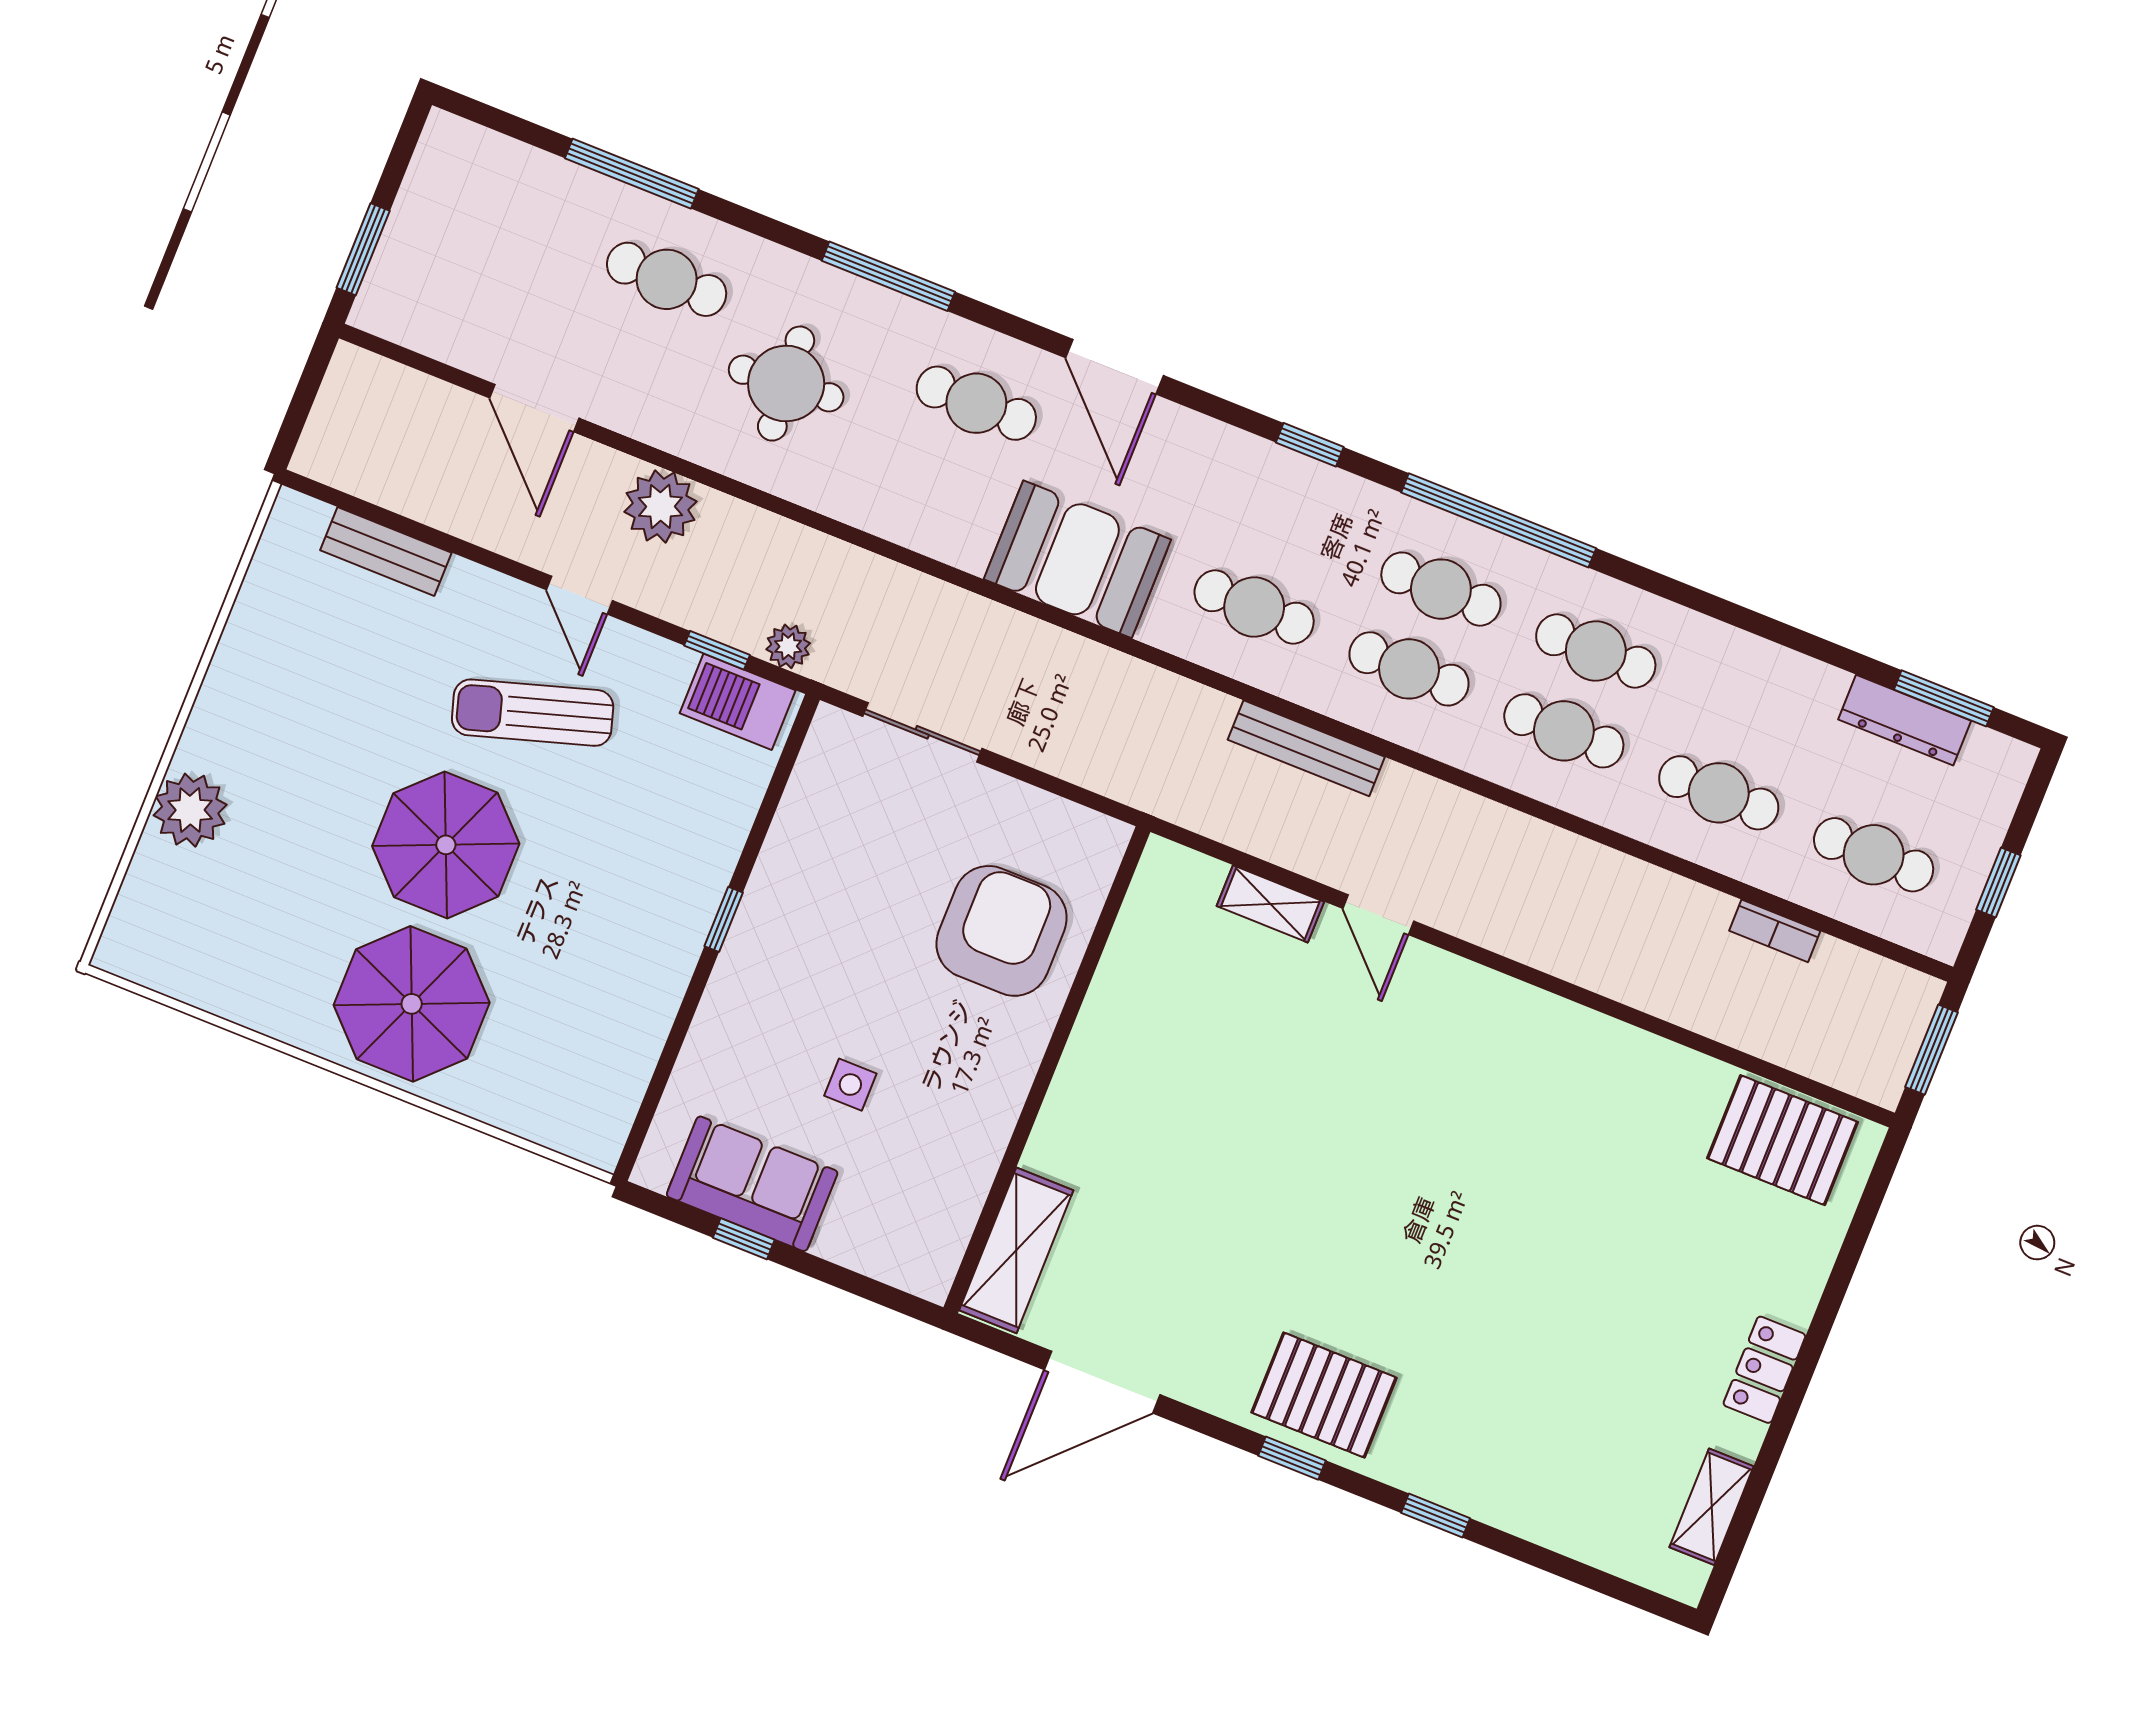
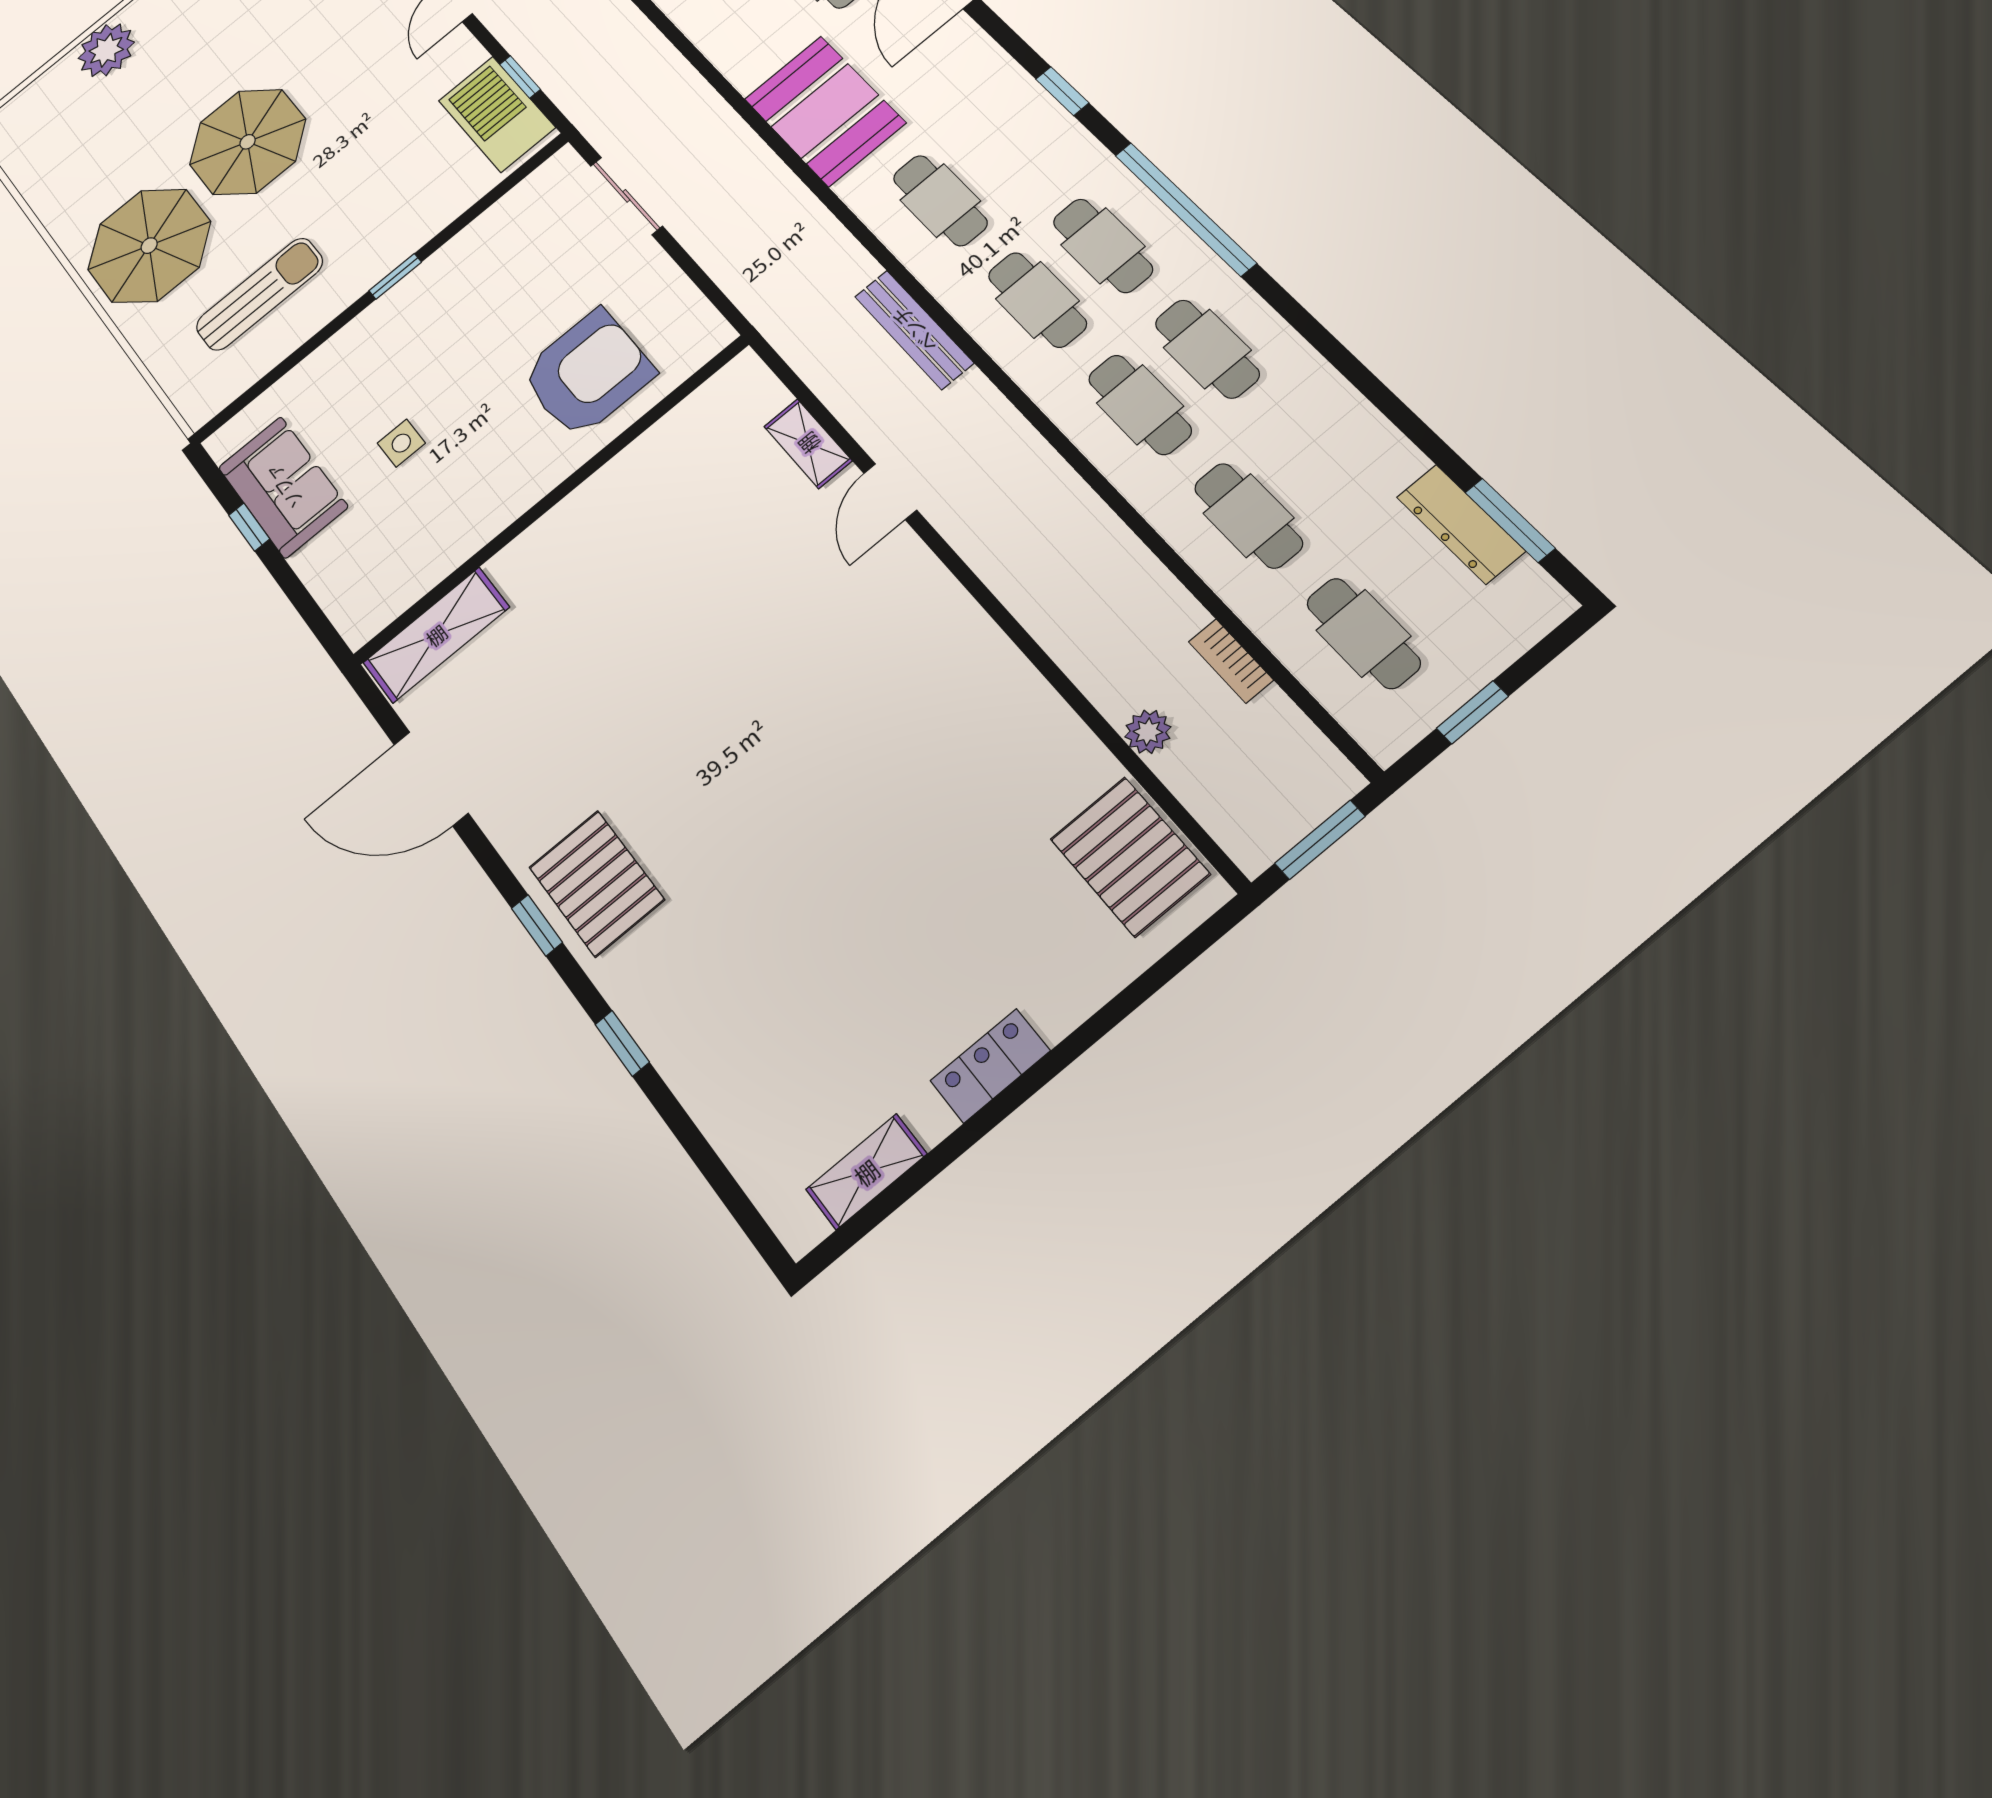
plant: (788, 646) -> (1148, 732), moved
barbecue: (738, 702) -> (497, 114), width x1.37, depth x1.21
sun lounger: (533, 713) -> (259, 294), moved, turned 107

